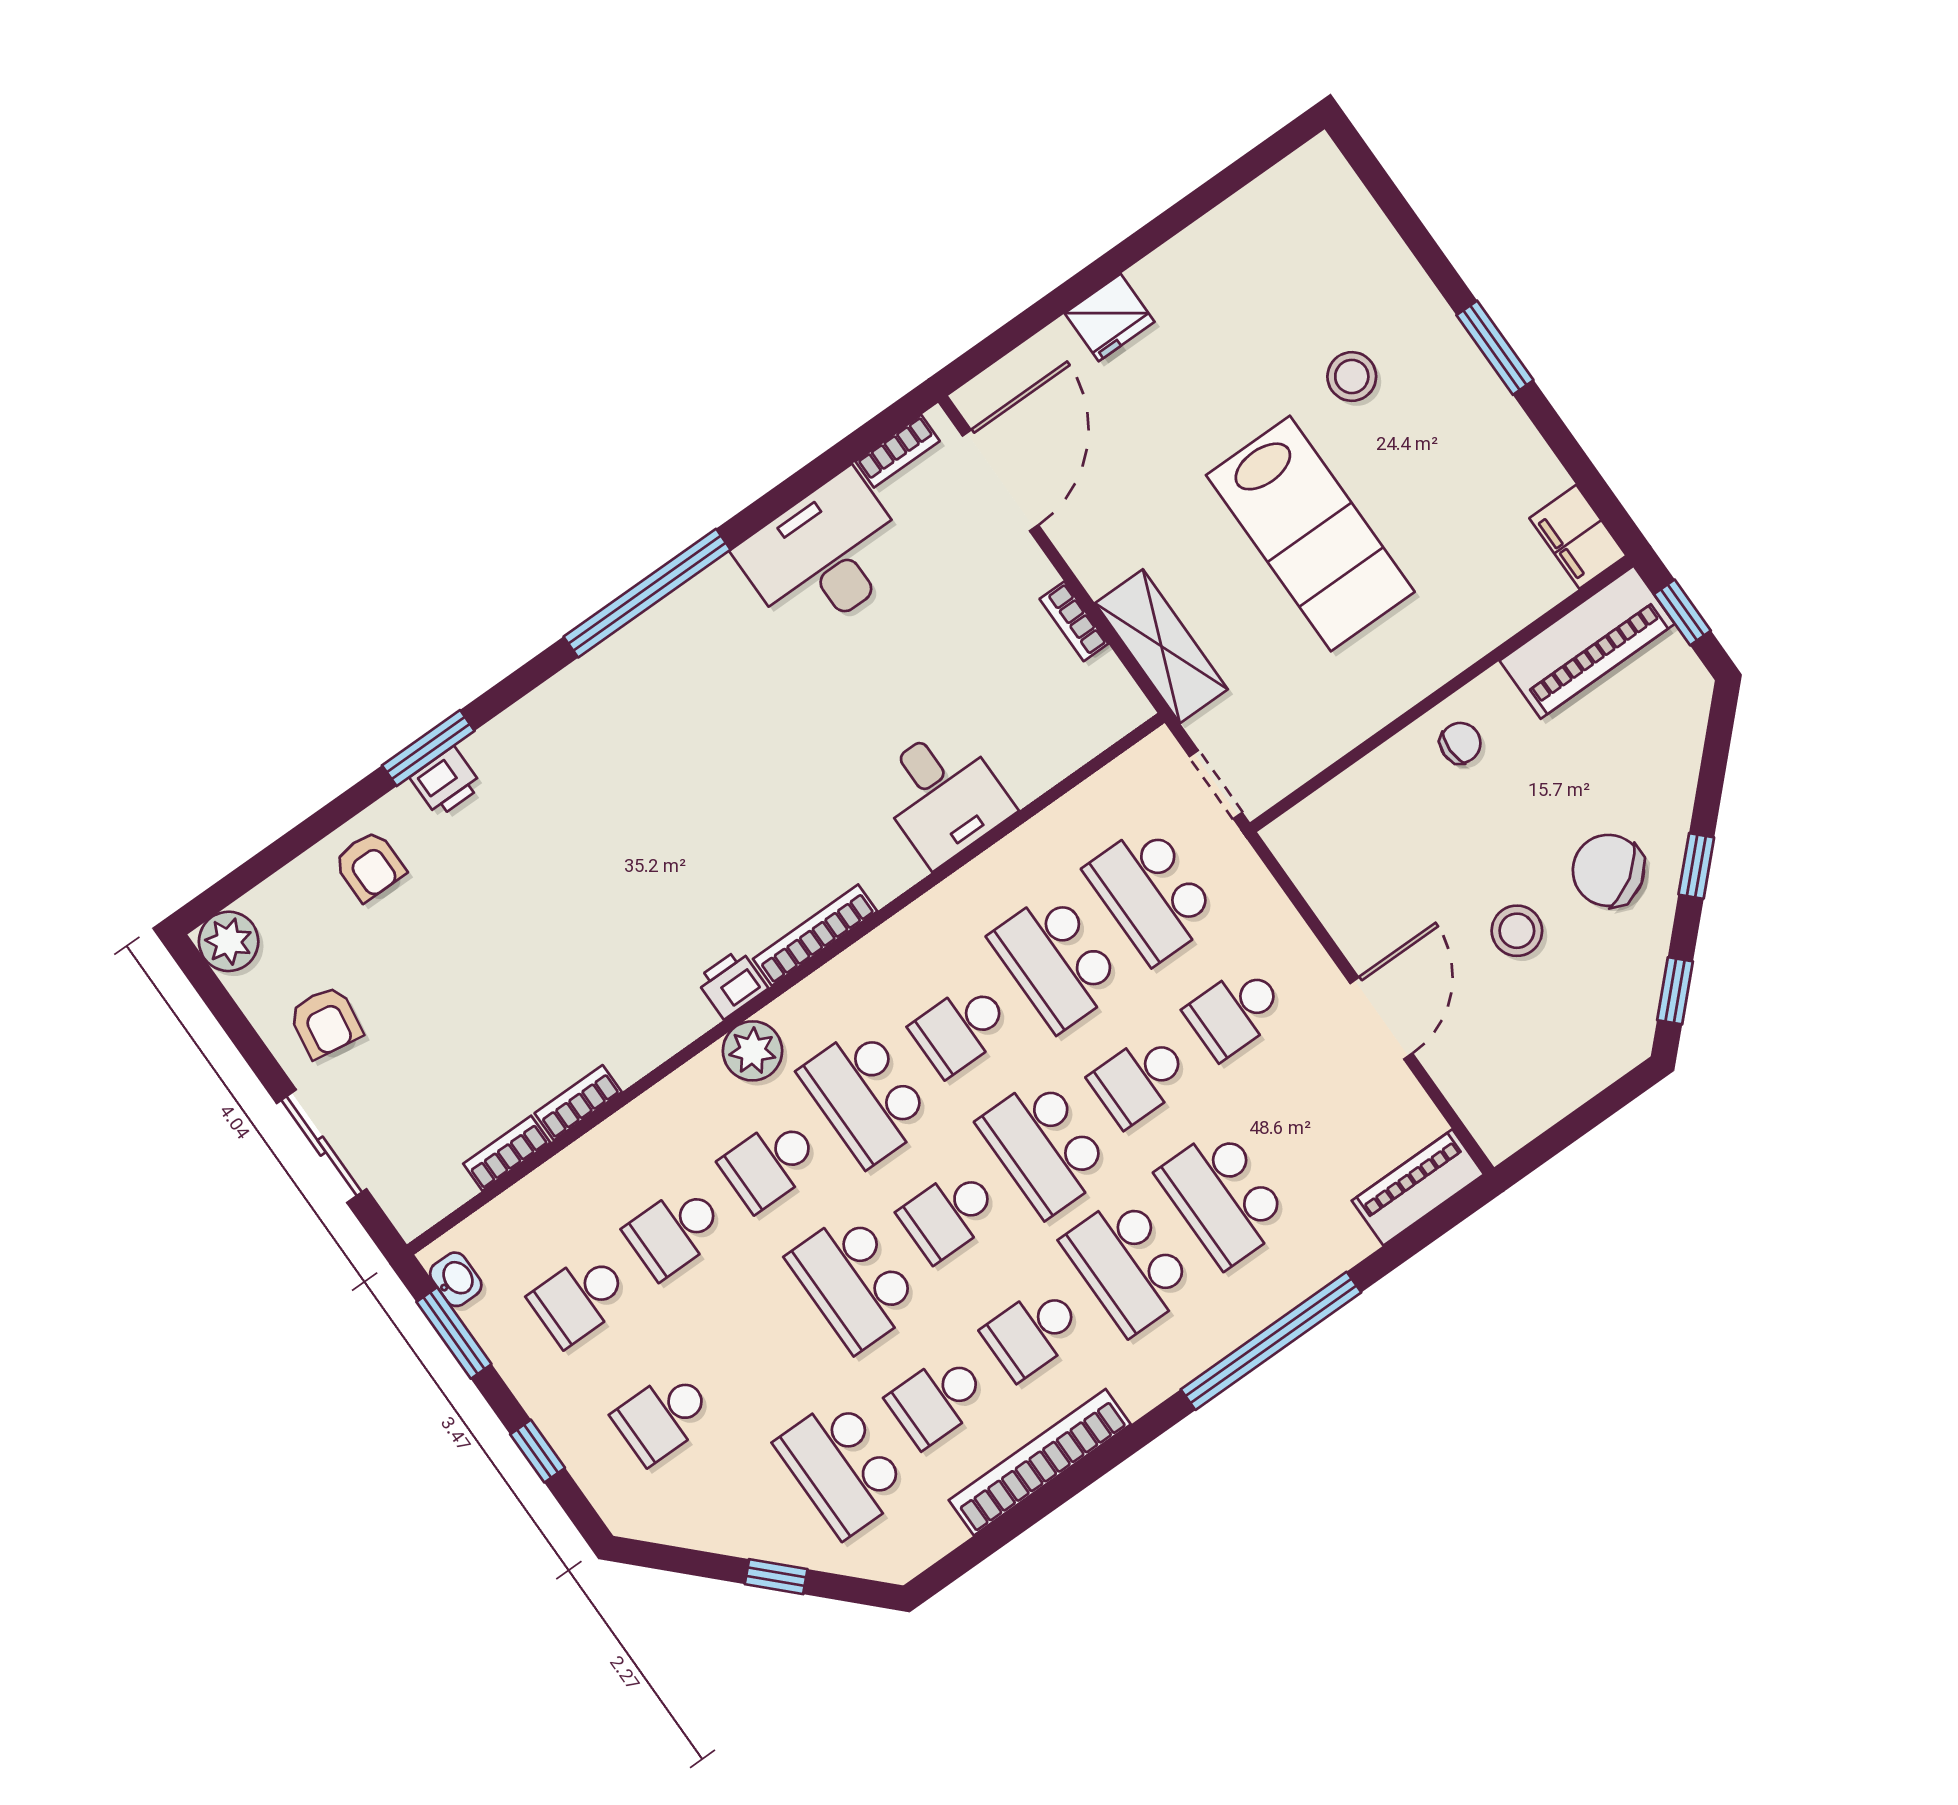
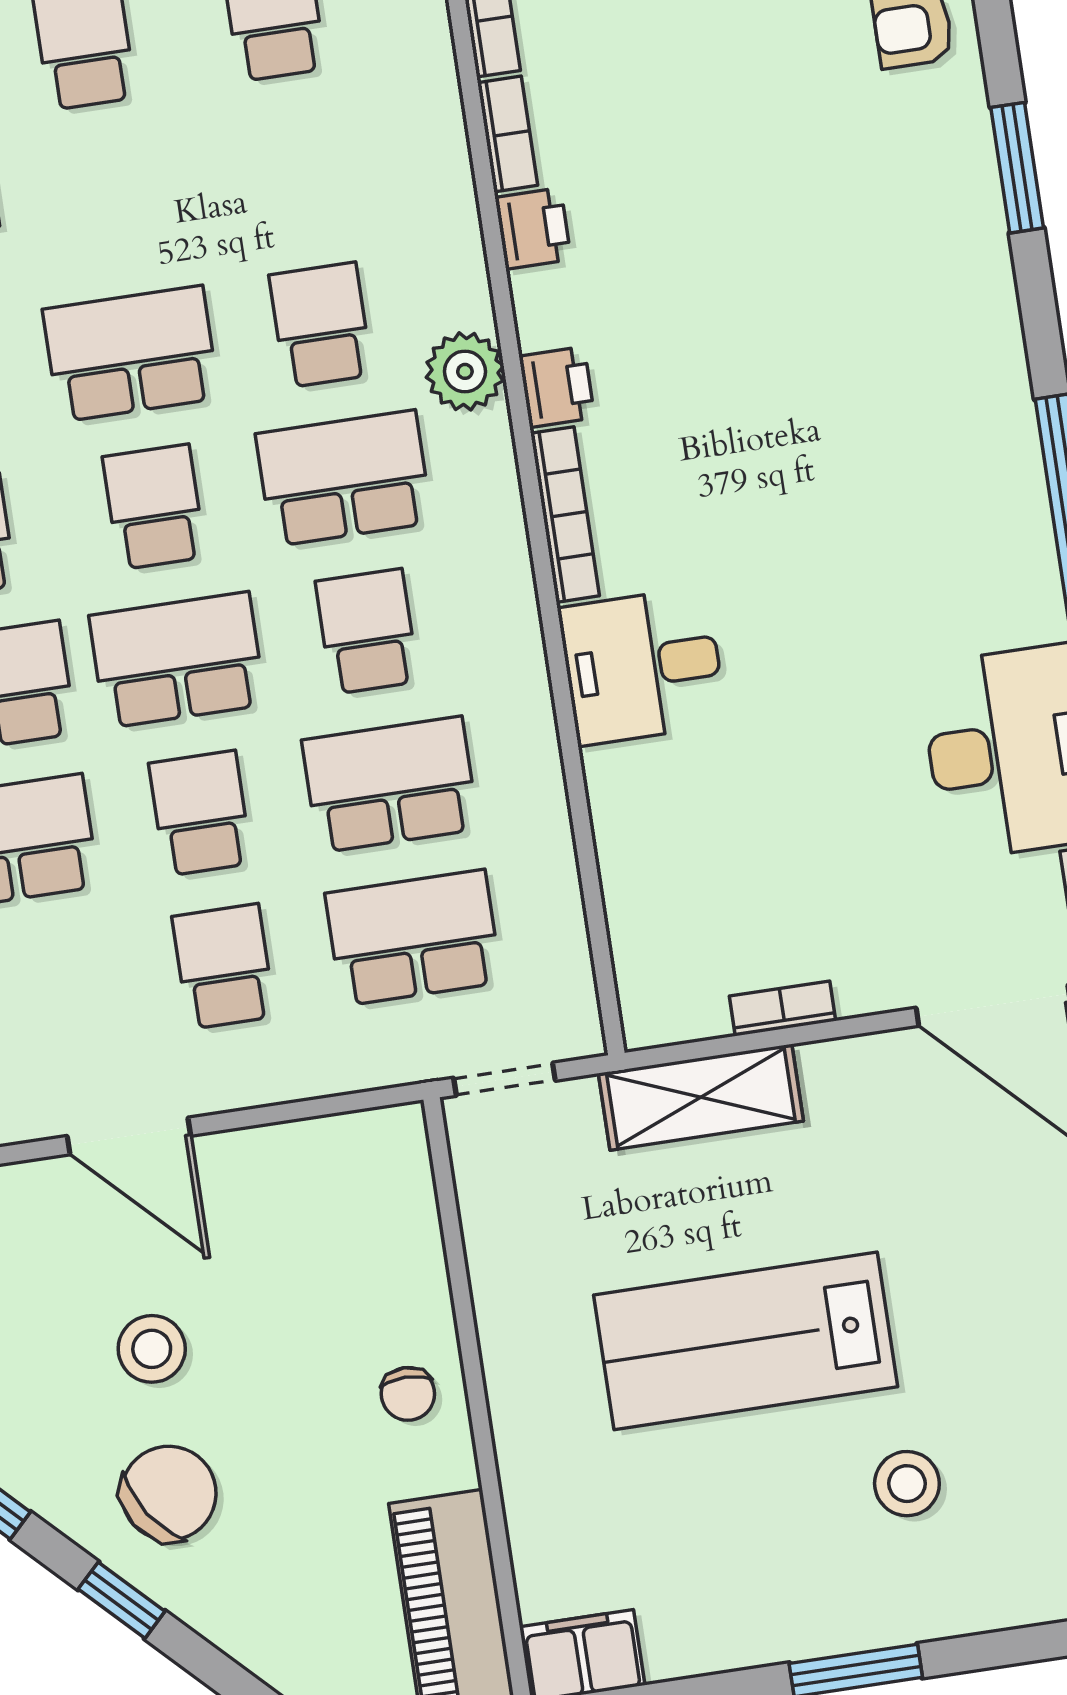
printer: (446, 782) -> (533, 229), moved, turned 180
desk: (943, 795) -> (642, 666), moved
school desk: (675, 1231) -> (298, 172), removed

